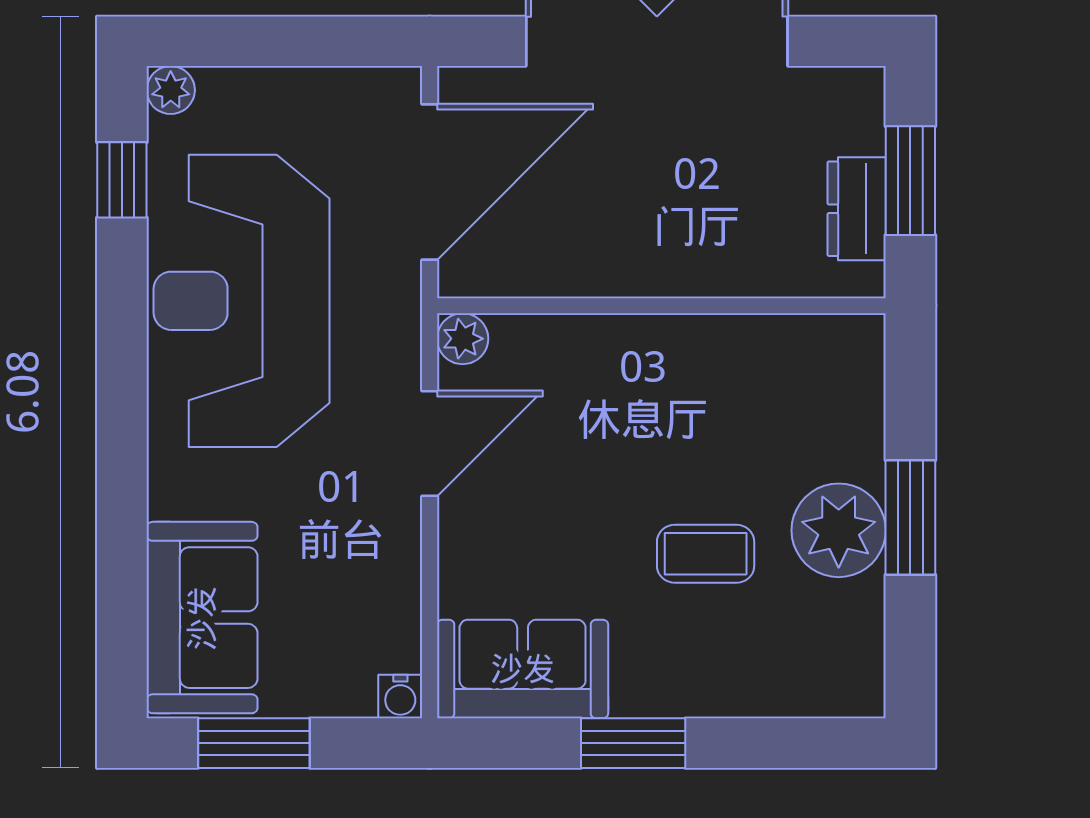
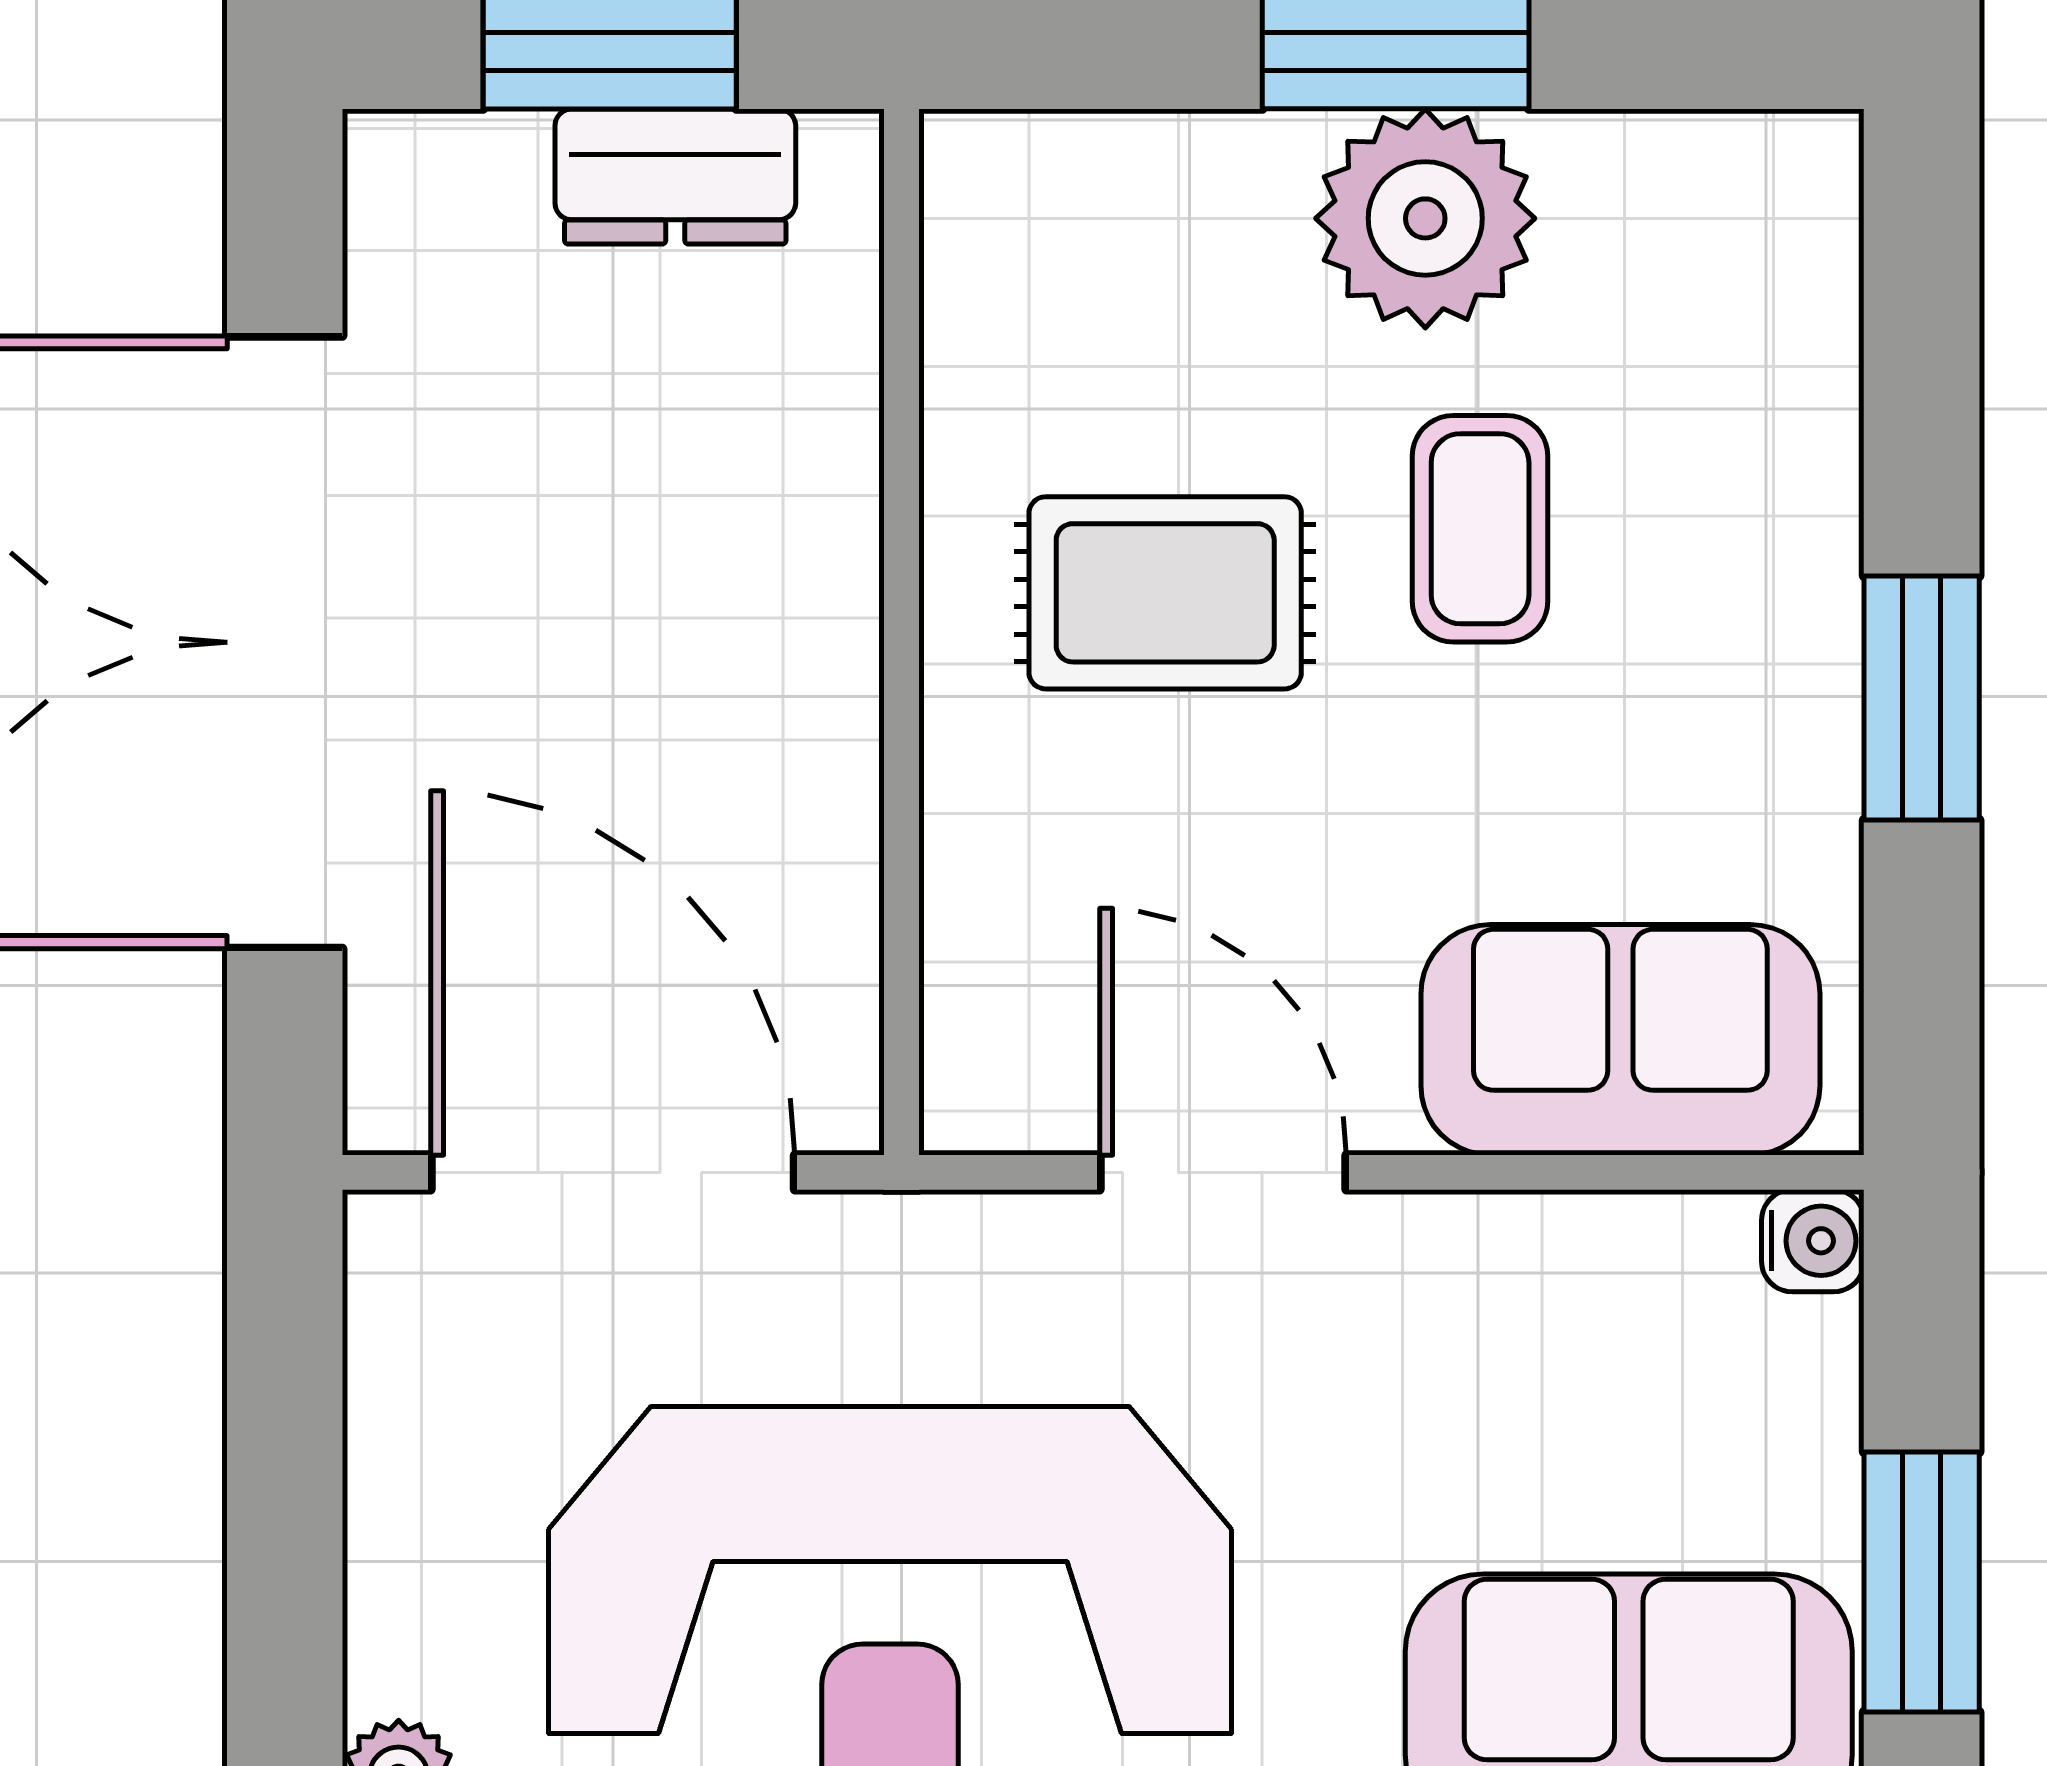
plant: (463, 339) -> (978, 1095), removed
rug: (678, 419) -> (1165, 593), added
sofa: (523, 669) -> (1620, 1040), moved, turned 90

